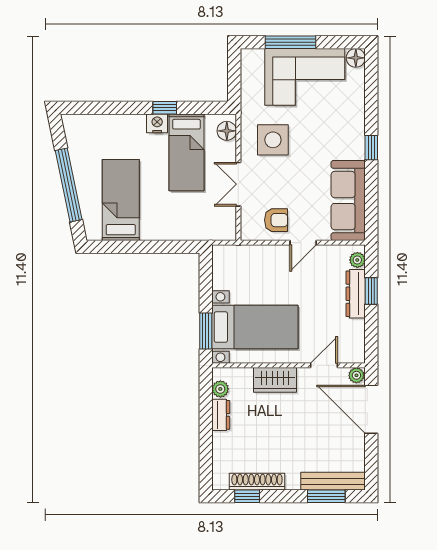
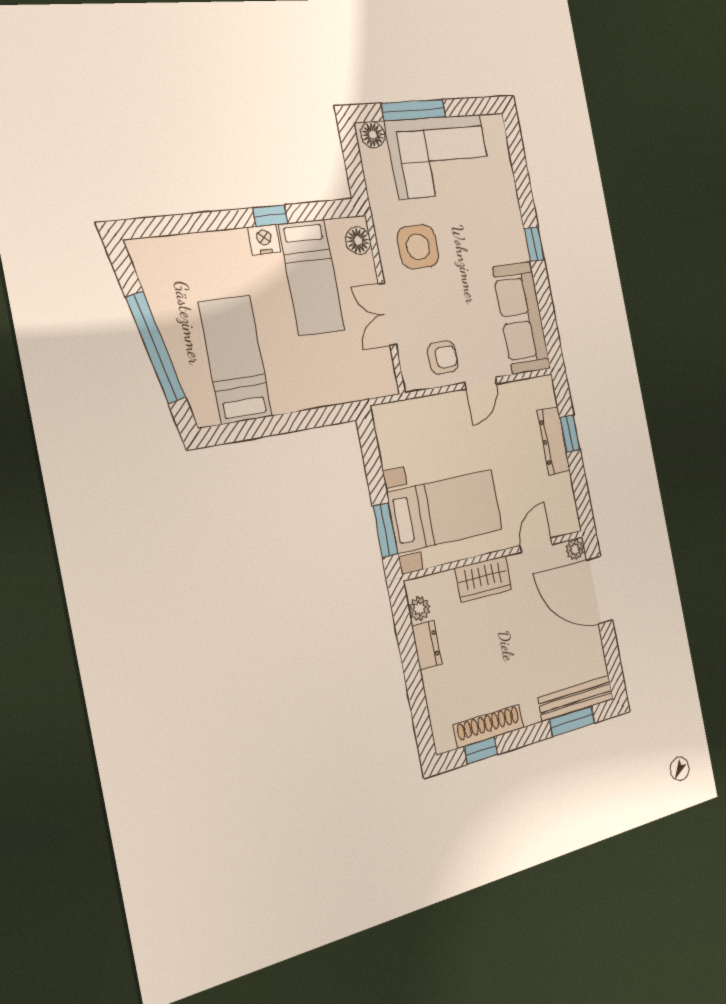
floor lamp: (356, 58) -> (373, 135), moved
plant: (357, 260) -> (547, 396), removed

